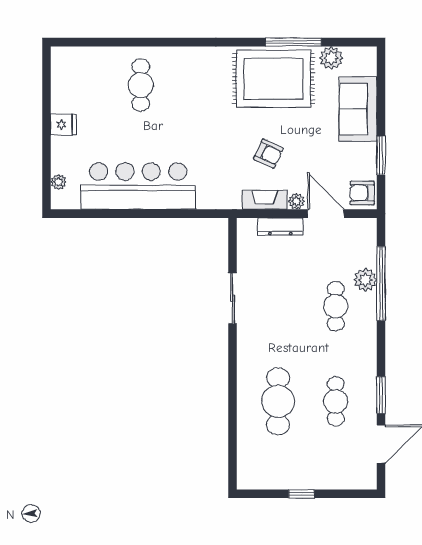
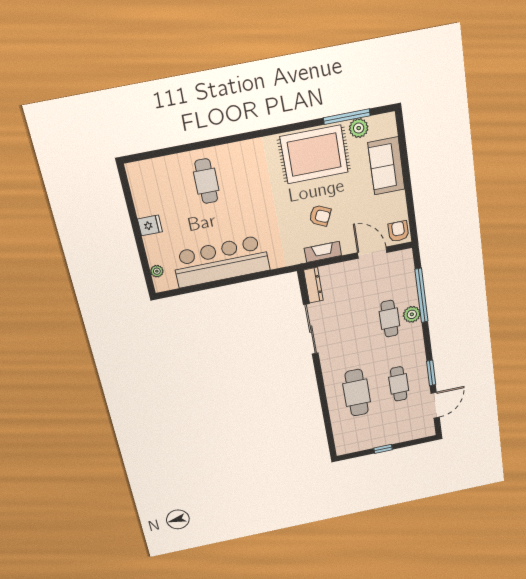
window: (293, 42) -> (347, 117), moved
window: (381, 155) -> (409, 199), removed
armchair: (362, 193) -> (398, 231), turned 90
plant: (296, 201) -> (348, 248), removed
dresser: (280, 227) -> (313, 285), moved, turned -90
plant: (365, 280) -> (412, 314), moved
sliding door: (233, 298) -> (311, 329), width x1.37

